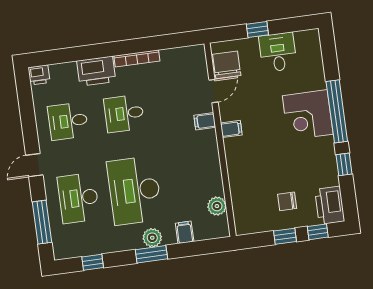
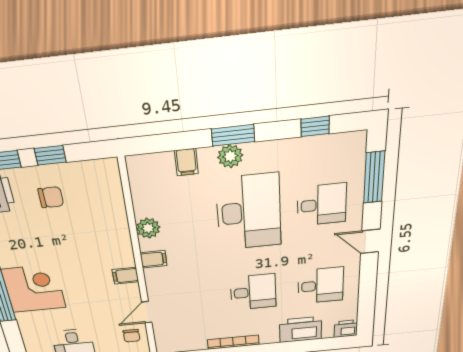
chair: (227, 65) -> (132, 336), width x0.54, depth x0.54
printer: (96, 71) -> (301, 330), moved
filing cabinet: (205, 121) -> (154, 259), moved
door: (34, 165) -> (370, 241), swing flipped
desk: (78, 198) -> (322, 205), width x0.73
plant: (217, 206) -> (148, 228), moved

